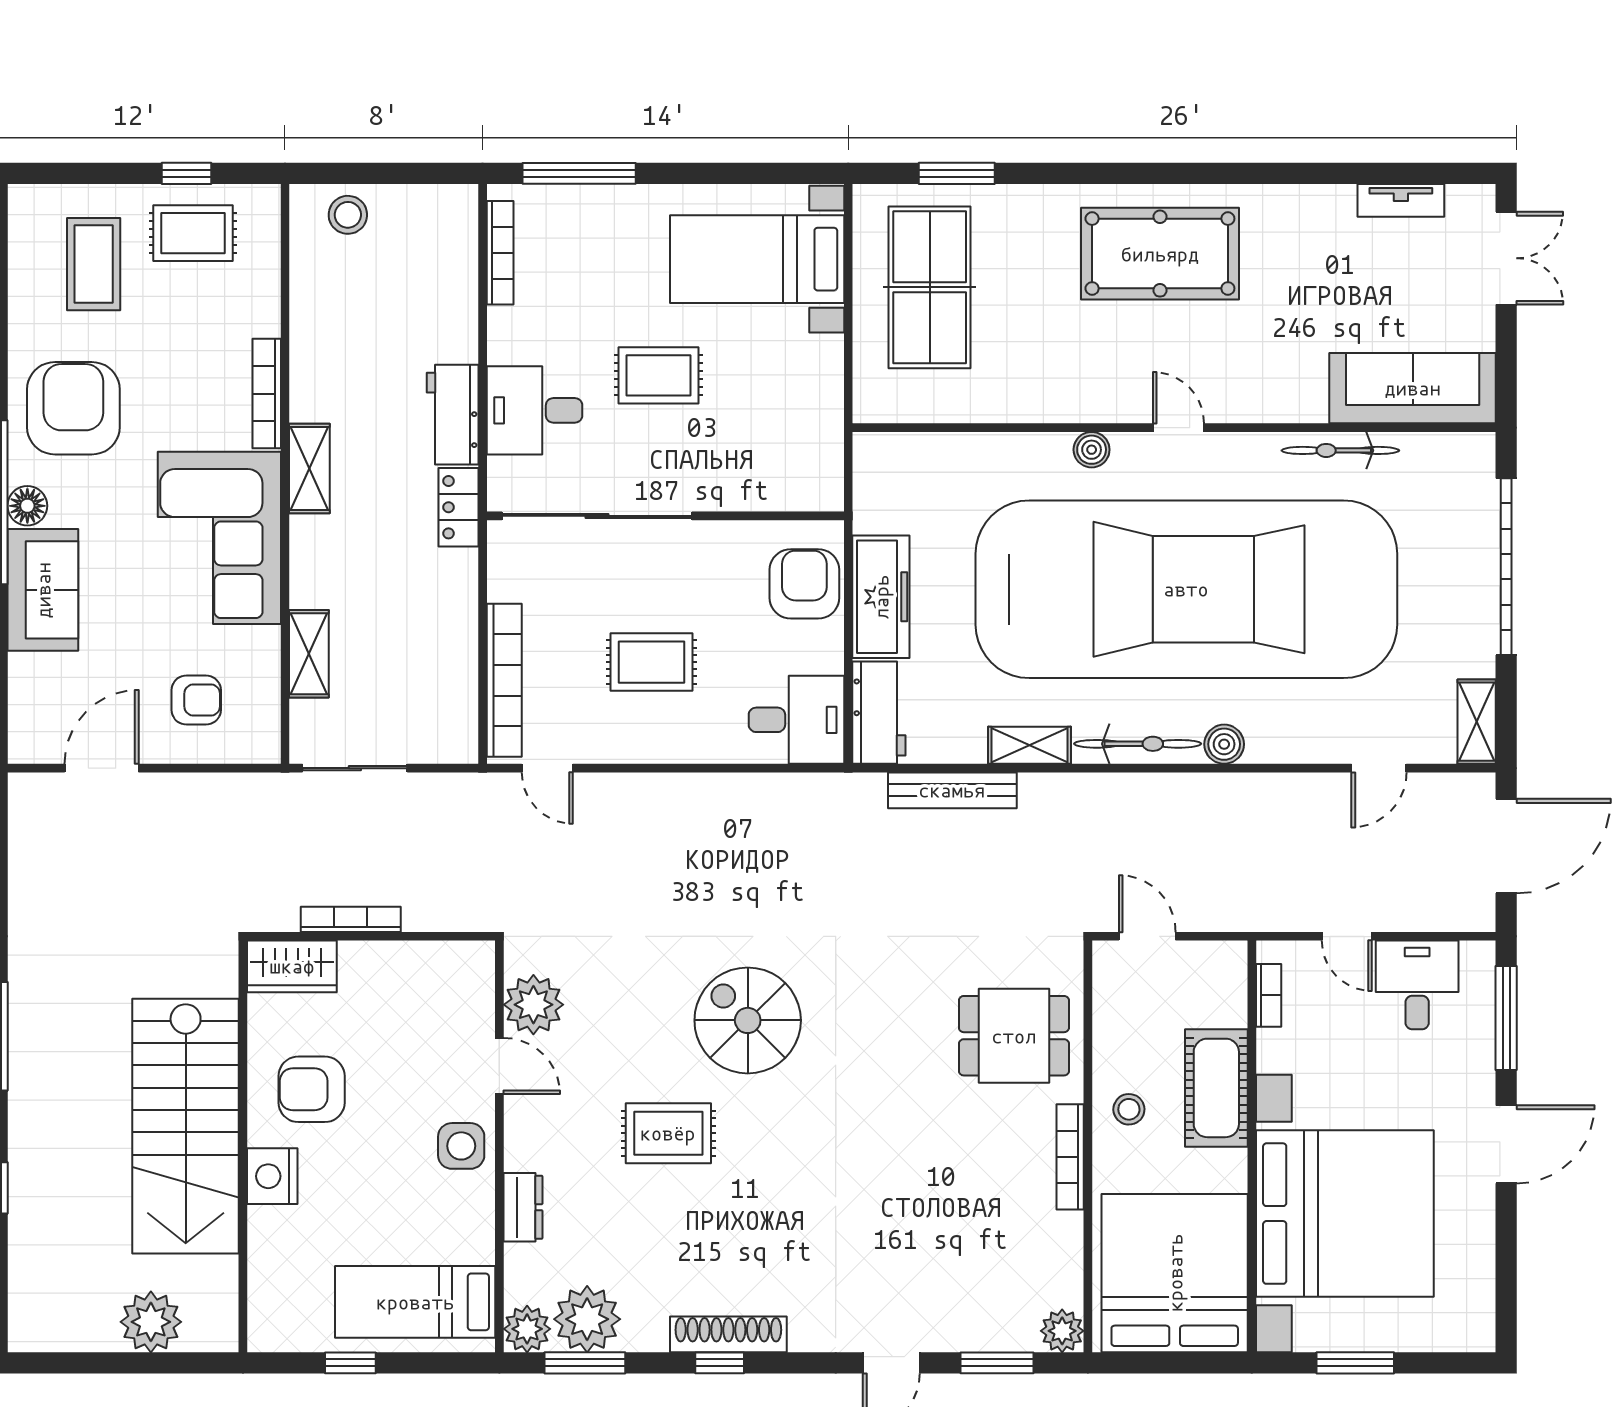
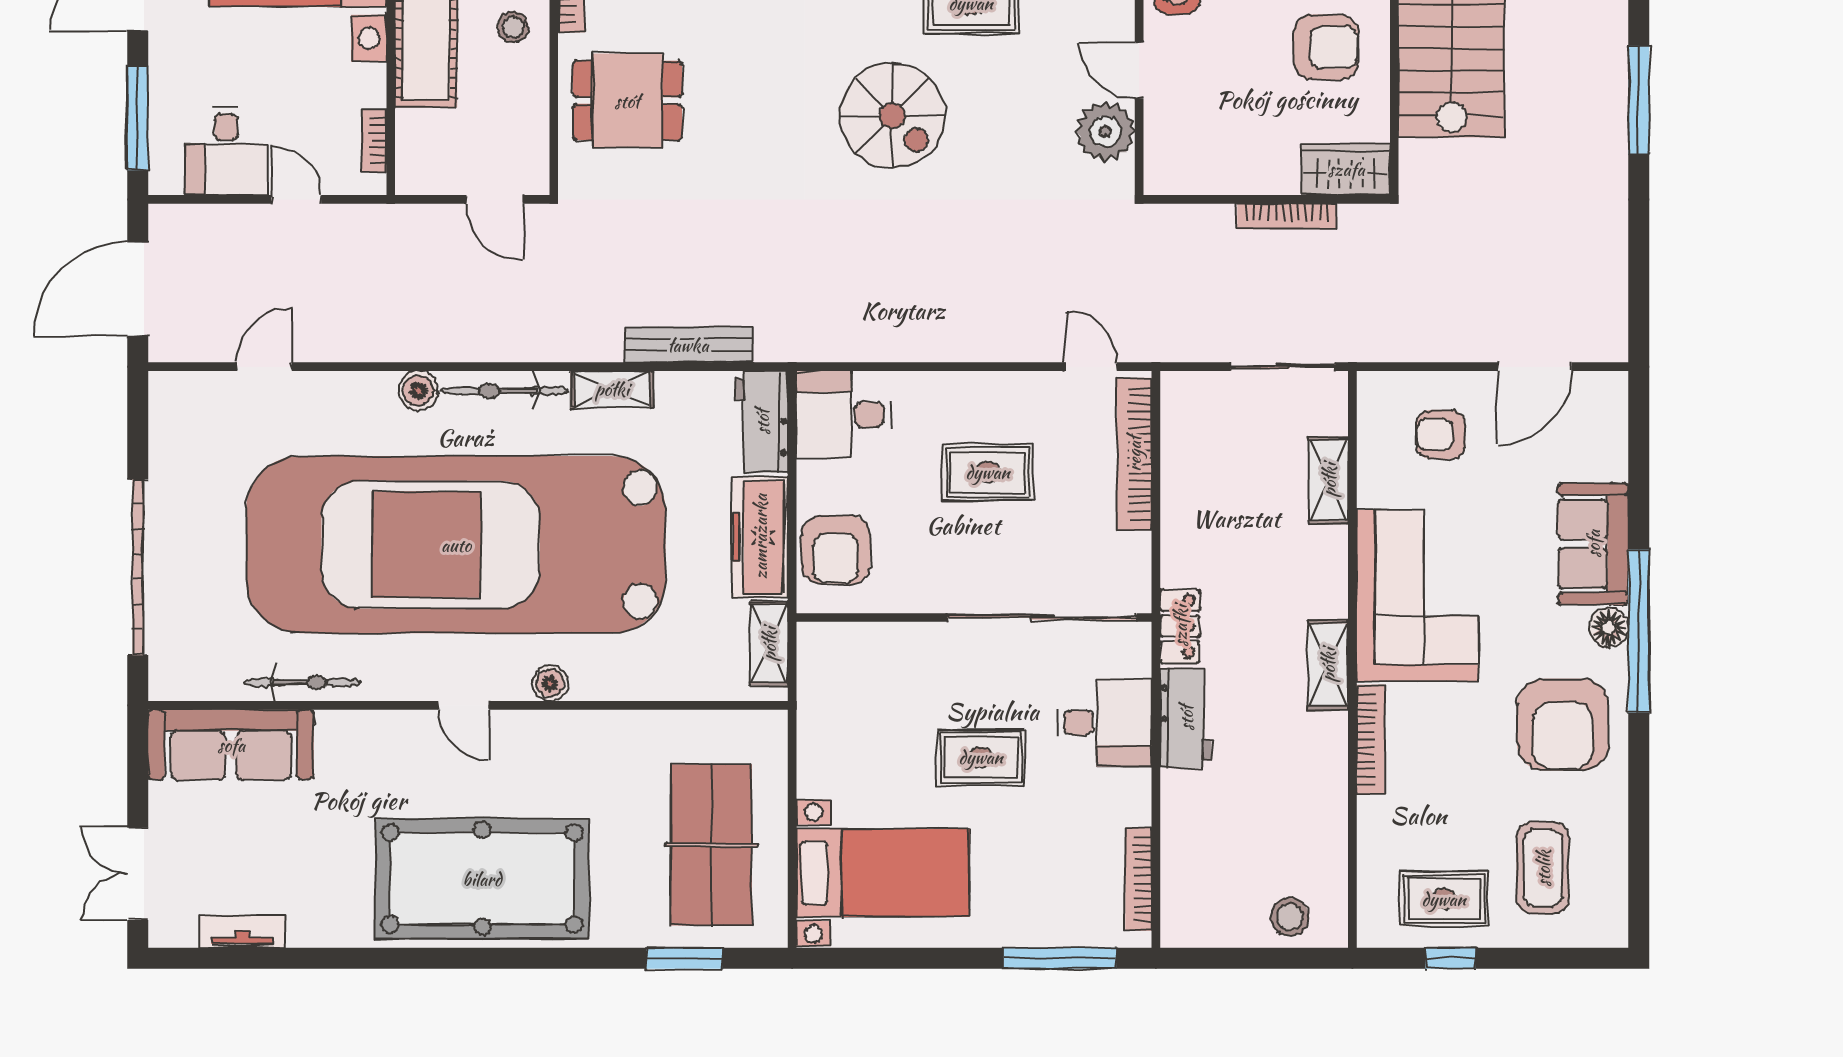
pool table: (1160, 254) -> (482, 879), width x1.36, depth x1.32
shelving: (1477, 722) -> (769, 644), moved

